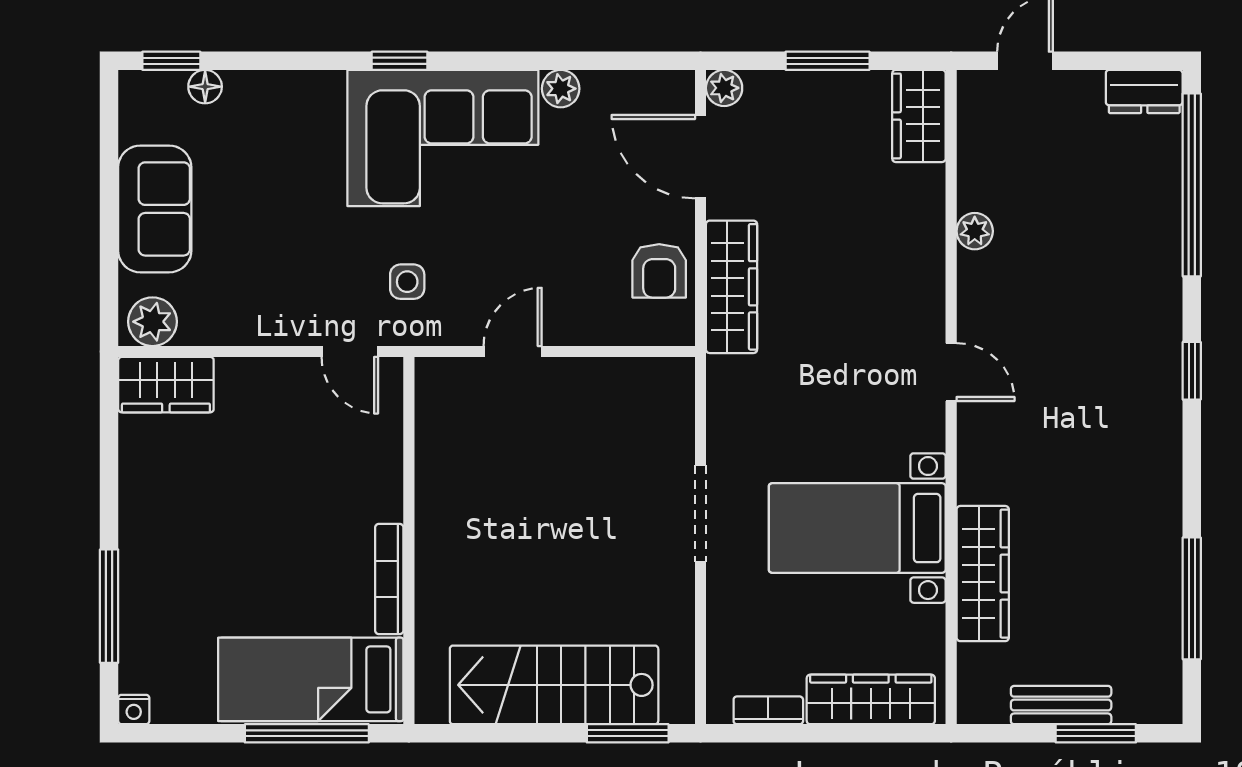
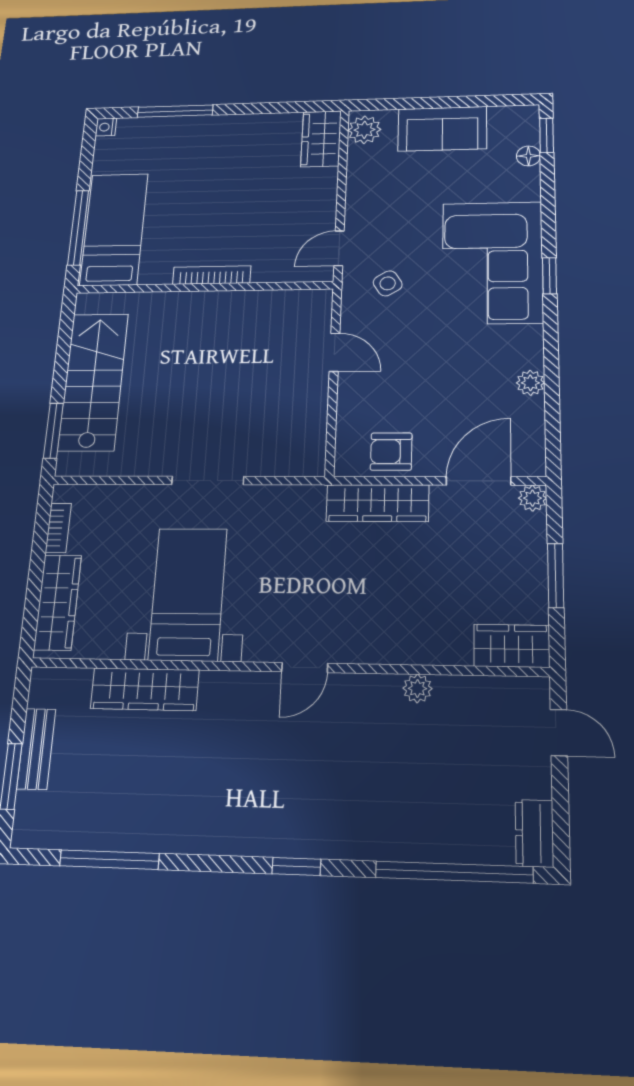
corner sofa: (443, 138) -> (492, 262), moved
side table: (407, 282) -> (388, 283), turned -32
bookcase: (389, 579) -> (212, 275), moved

